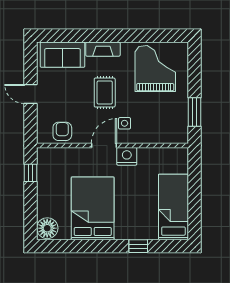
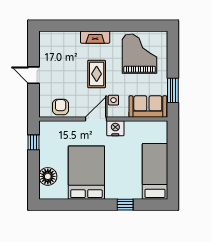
sofa: (63, 55) -> (148, 107), moved, turned 180
floor lamp: (47, 228) -> (48, 176), moved

